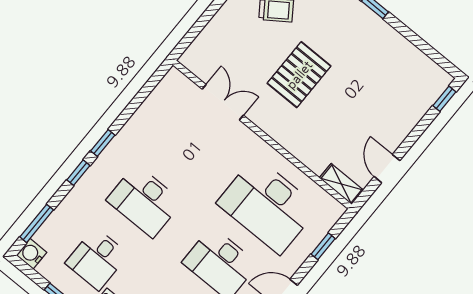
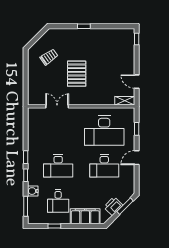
water cooler: (32, 254) -> (33, 191), moved

